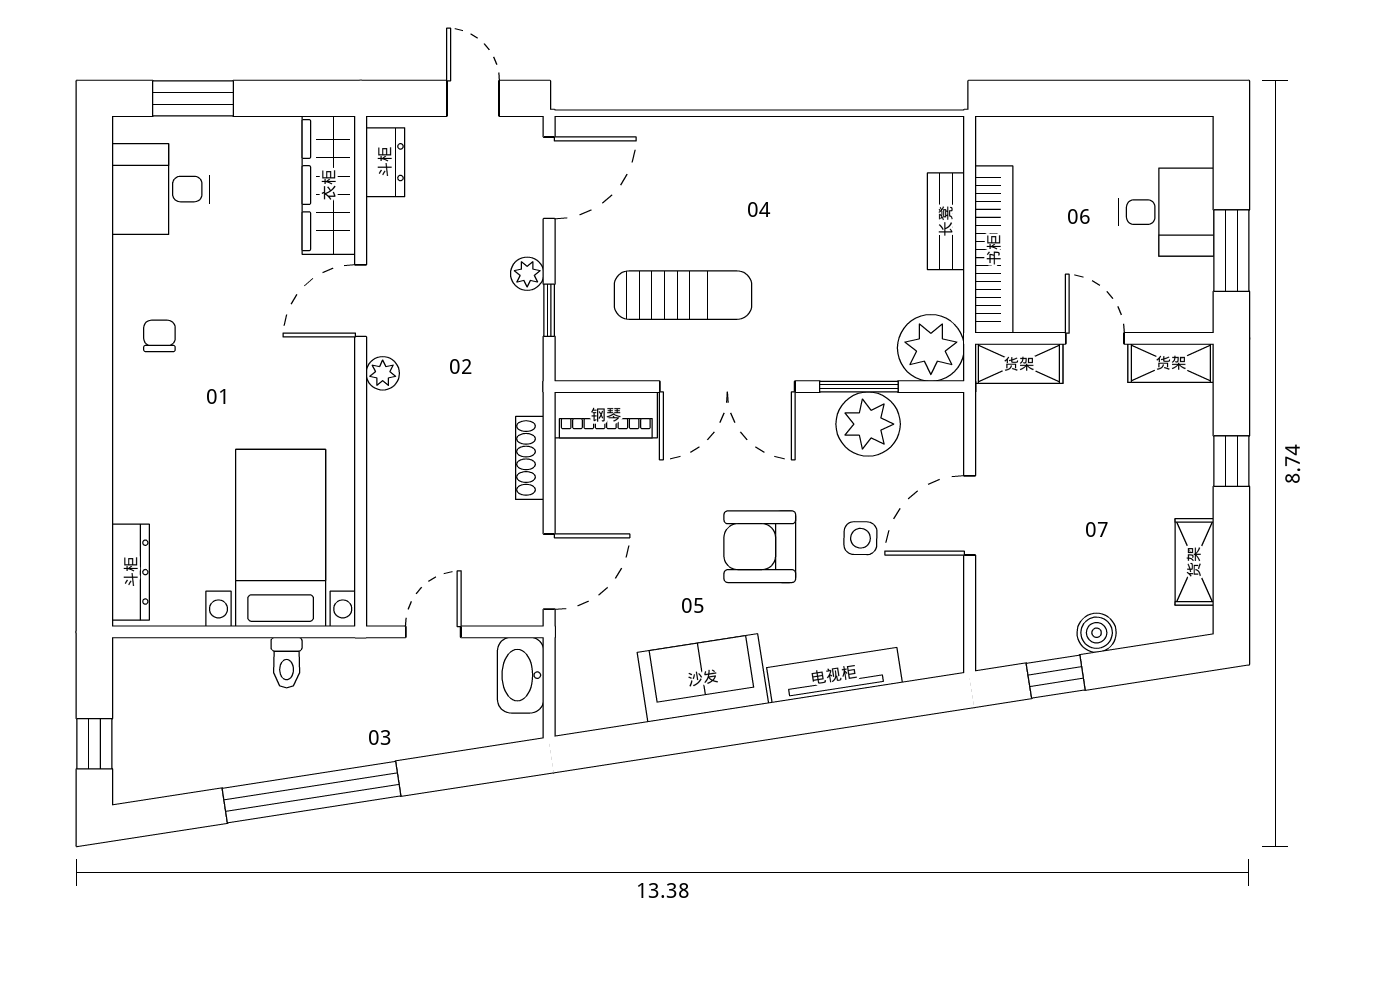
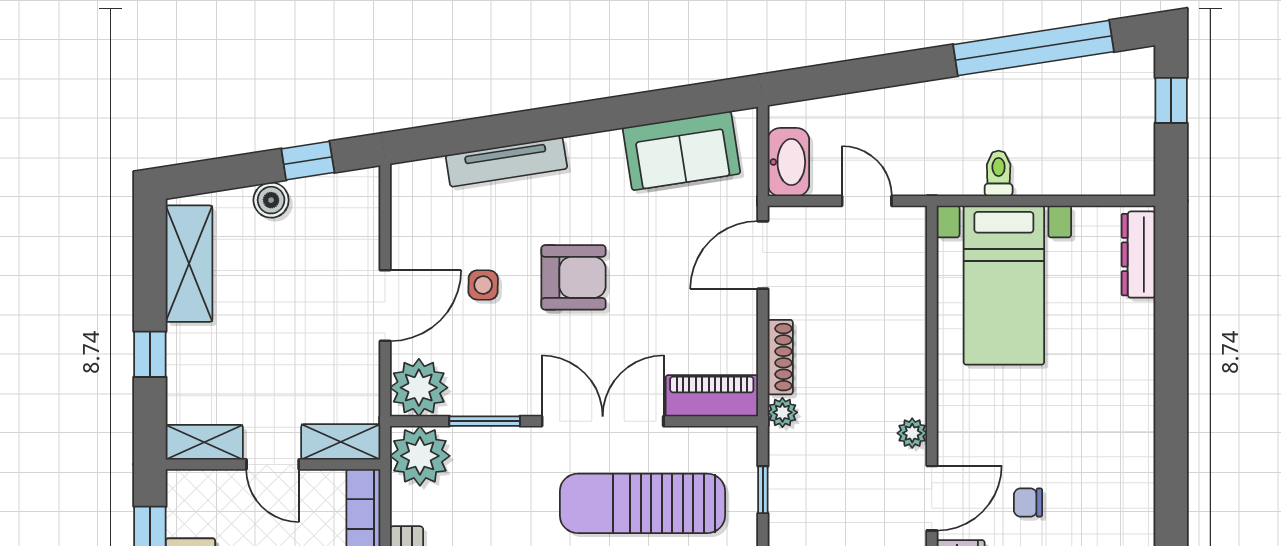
plant: (527, 274) -> (782, 412), moved
sun lounger: (683, 295) -> (642, 503), width x1.36, depth x1.34
chair: (159, 336) -> (1028, 503), moved, turned 90
plant: (868, 424) -> (419, 388), moved
shelving: (1194, 562) -> (189, 264), width x1.50, depth x1.33
door: (433, 632) -> (867, 201), swing flipped
sofa: (703, 678) -> (681, 151), moved
window: (312, 792) -> (1034, 48), moved

